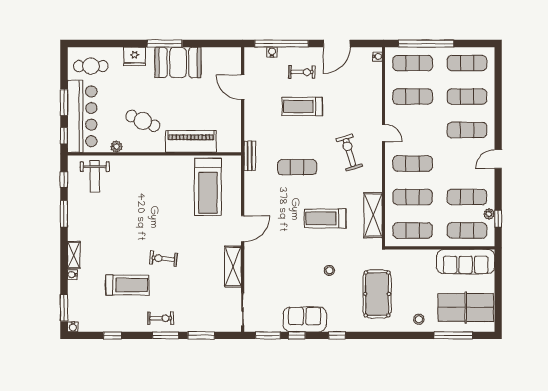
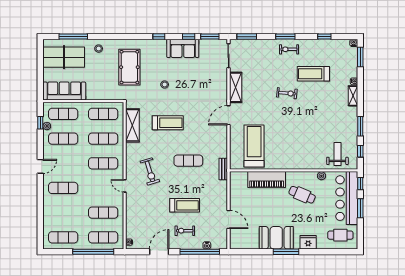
exercise mat: (467, 97) -> (63, 213), removed
window: (201, 335) -> (247, 37), moved

